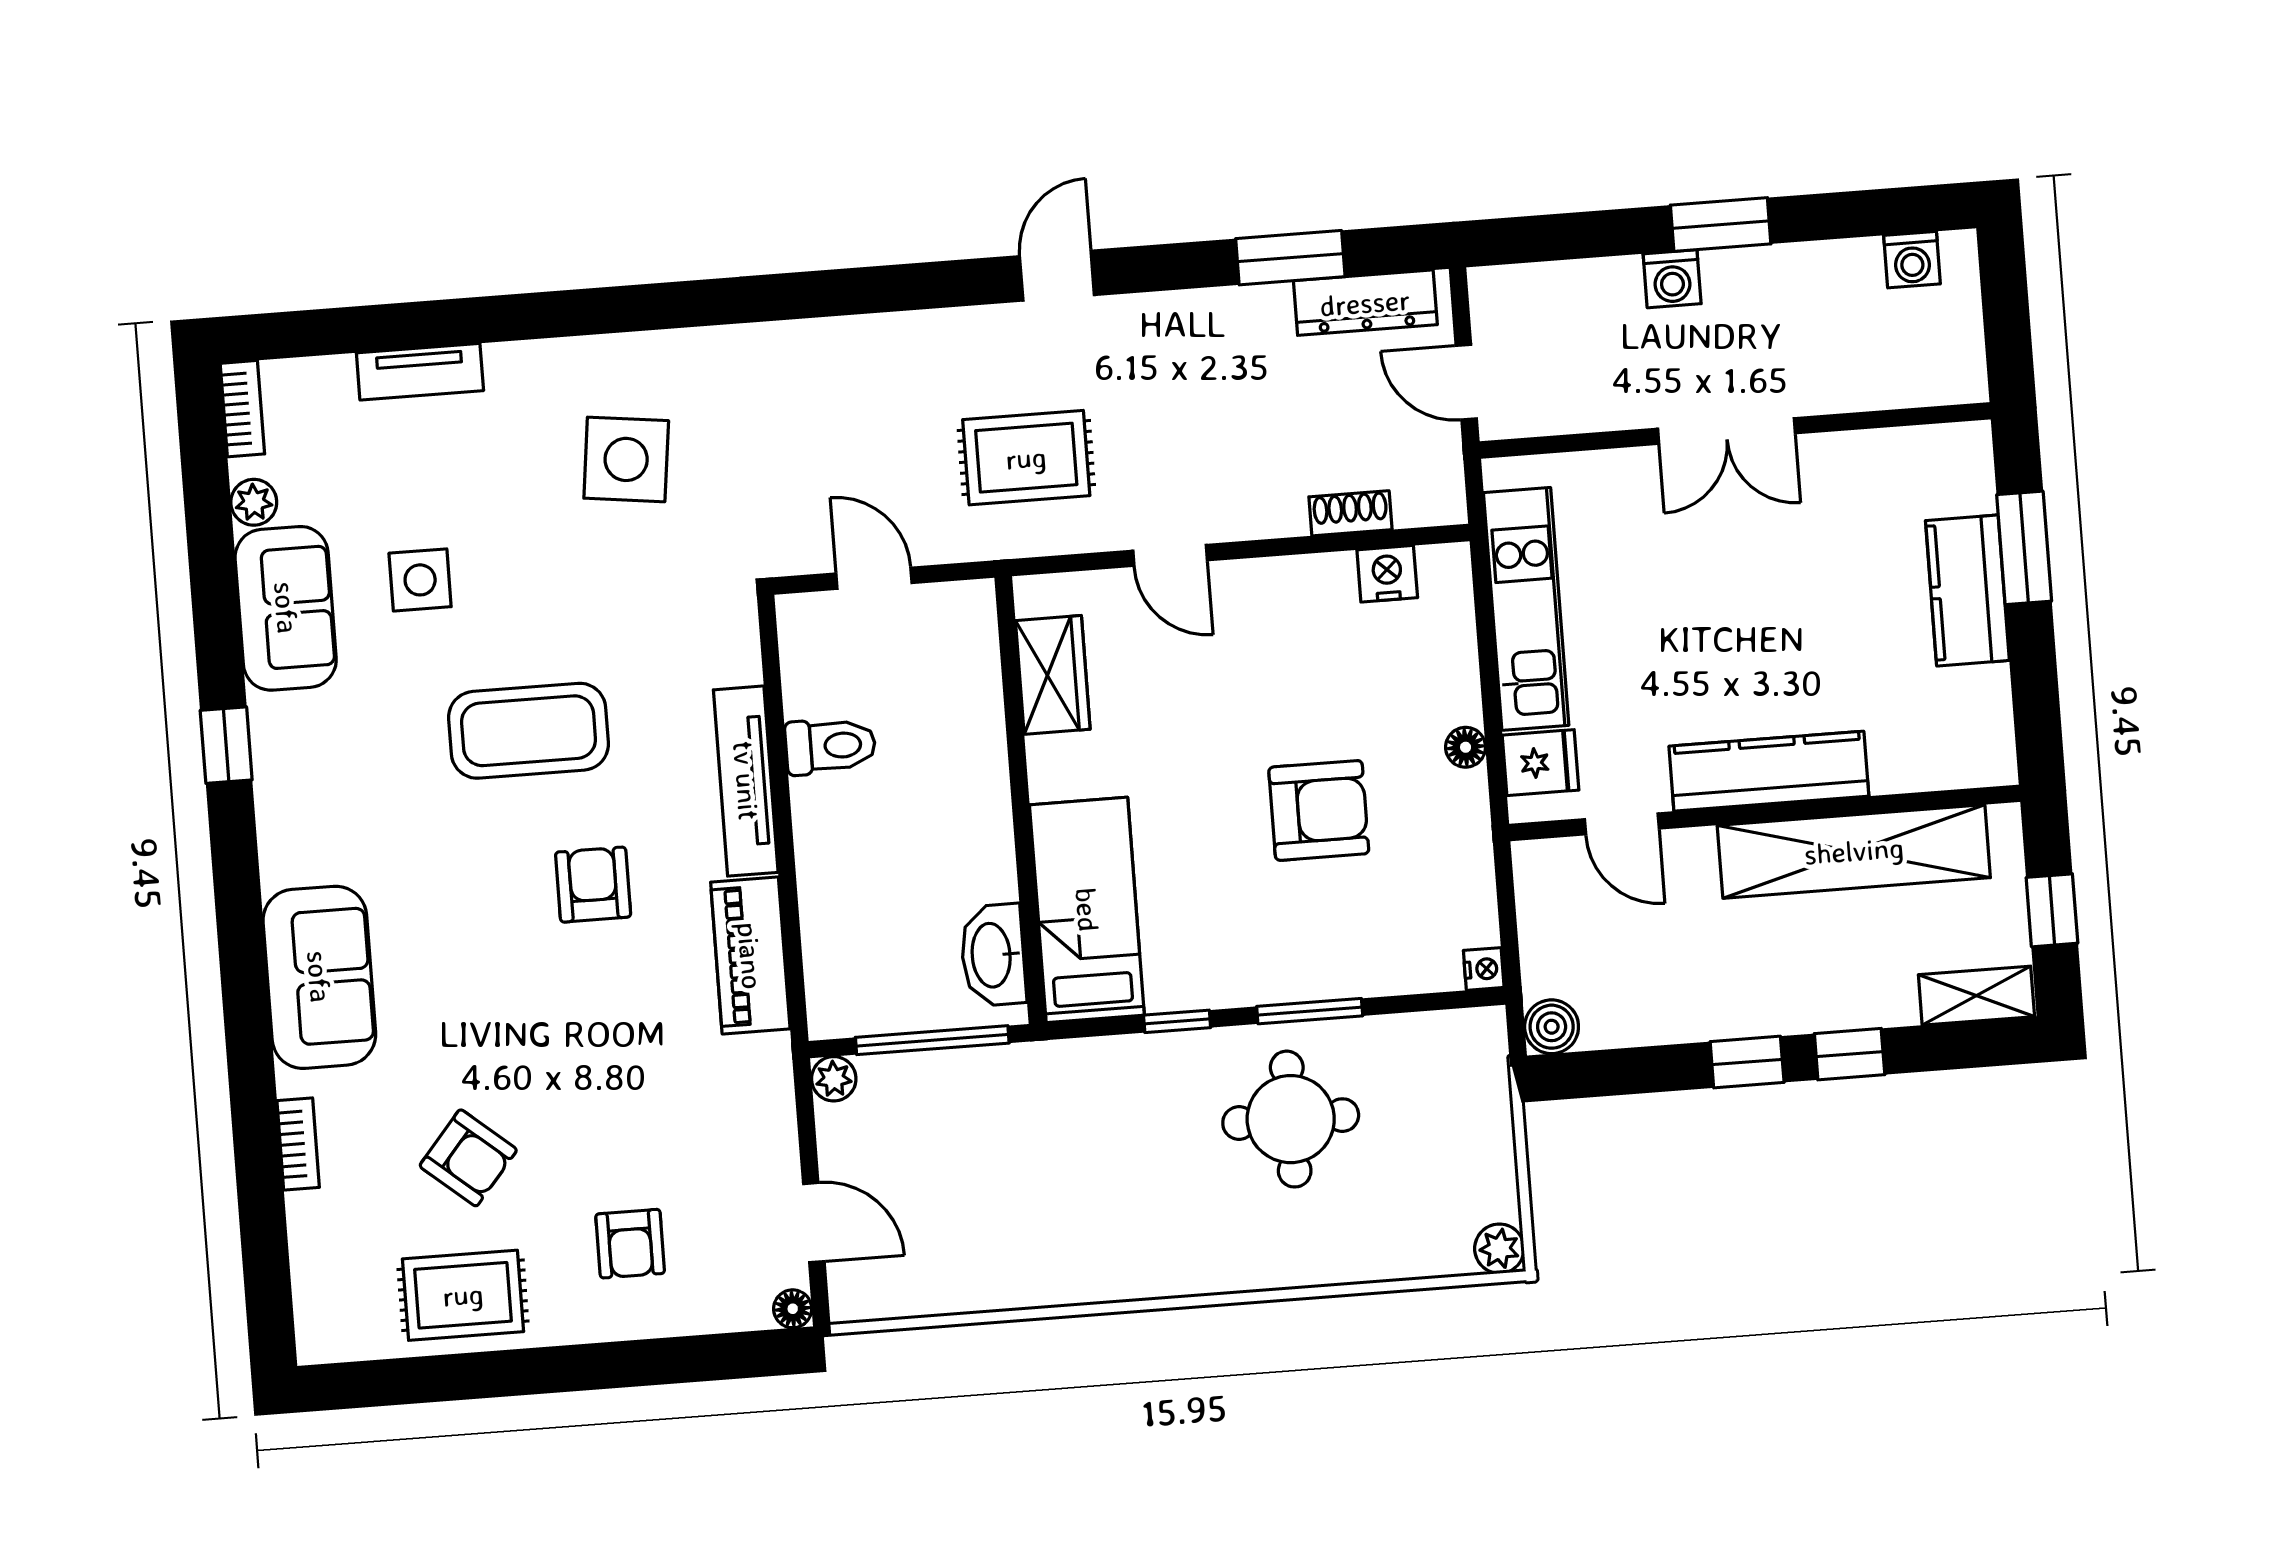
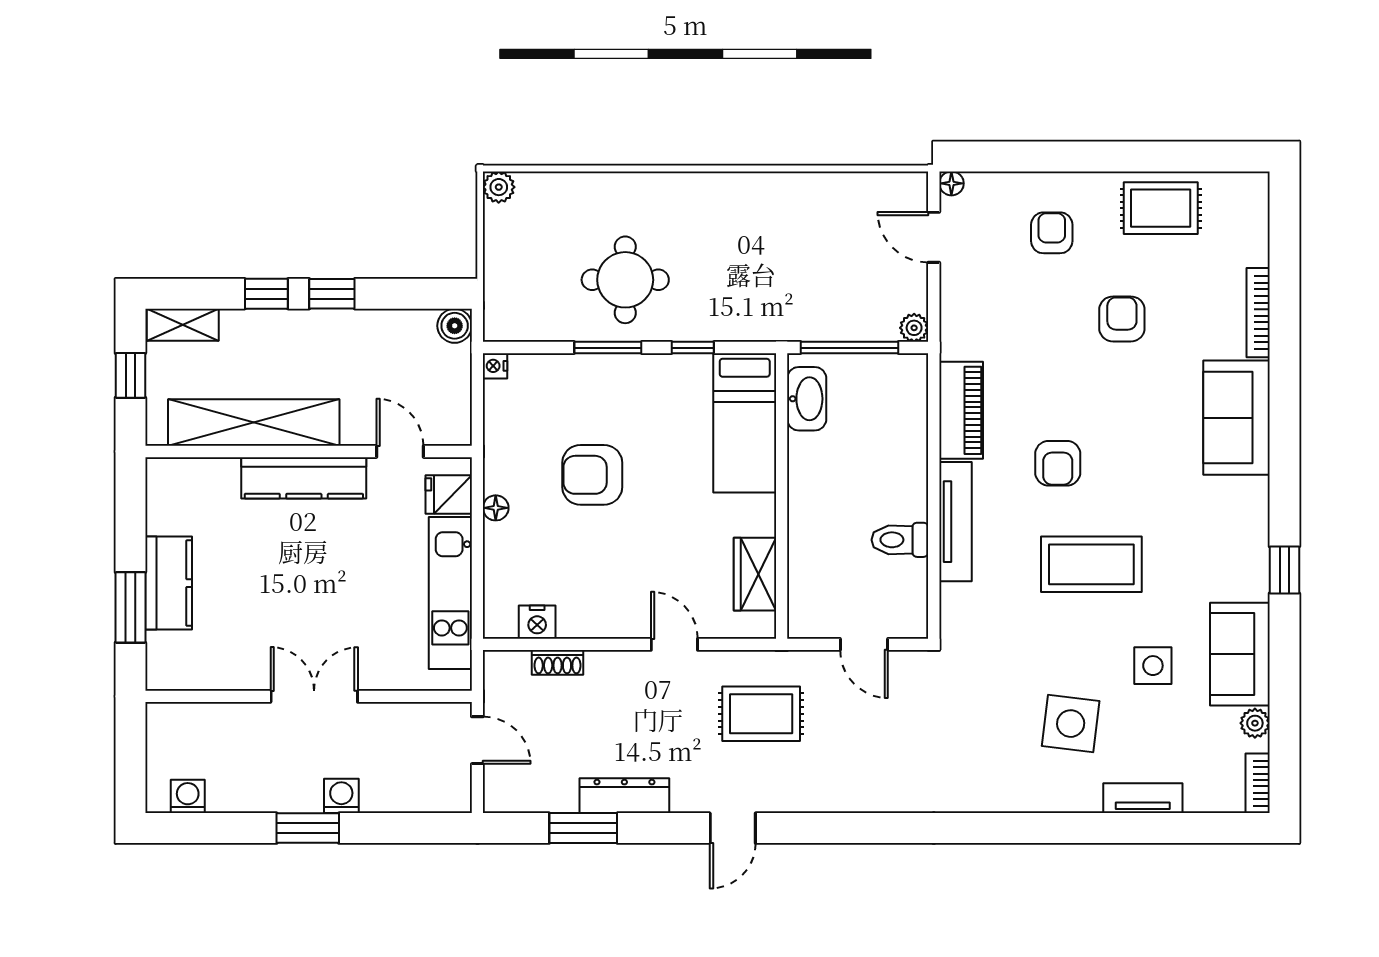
dresser: (1365, 303) -> (624, 796), moved
side table: (626, 459) -> (1071, 724), moved
bookcase: (298, 1144) -> (1258, 313), width x1.56
armchair: (468, 1158) -> (1122, 319), moved, turned 50

